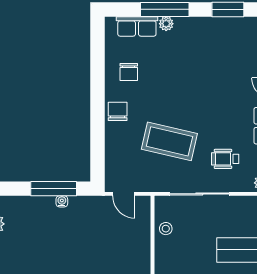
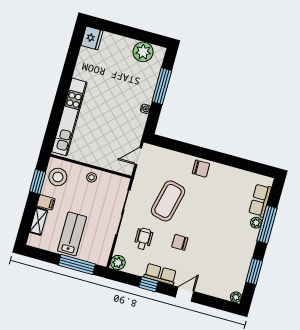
chair: (129, 72) -> (180, 242), moved
window: (54, 189) -> (162, 86), moved
stool: (166, 229) -> (92, 177), moved

